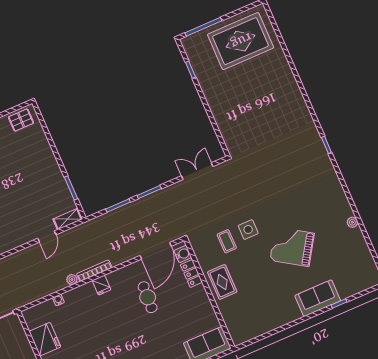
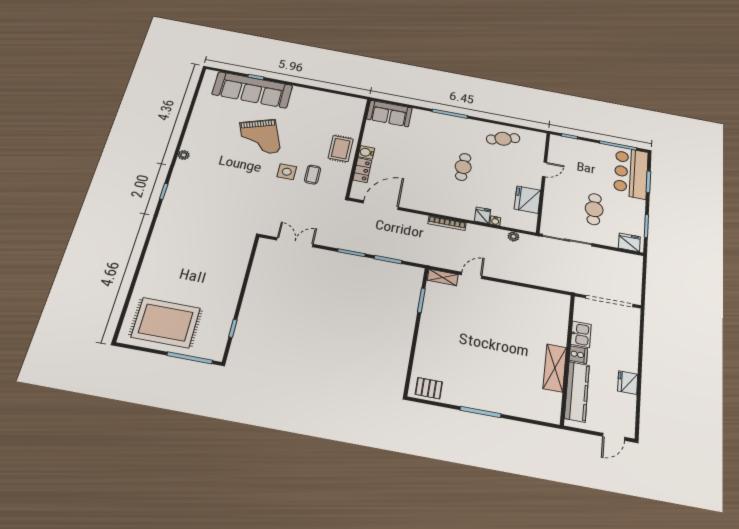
double door: (197, 171) -> (295, 242), swing flipped
plant: (352, 222) -> (184, 155), moved
grand piano: (292, 247) -> (260, 137), turned 37
water cooler: (183, 254) -> (366, 152), moved
plant: (72, 280) -> (513, 236), moved
fridge: (101, 285) -> (482, 215), moved
cafe table: (148, 297) -> (463, 167), moved
sofa: (318, 298) -> (252, 90), width x1.85, depth x1.27

